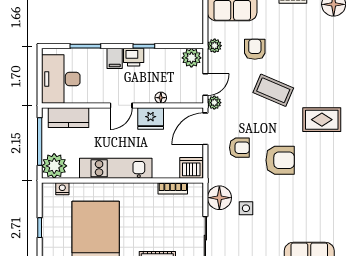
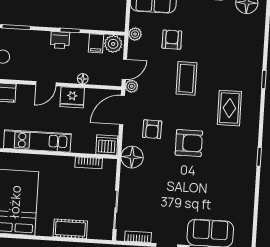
filing cabinet: (115, 58) -> (96, 43), moved
coffee table: (273, 90) -> (186, 78), turned 67
rug: (322, 120) -> (229, 108), turned 90
armchair: (239, 148) -> (152, 129), turned 91
floor lamp: (219, 198) -> (132, 157), moved
side table: (246, 208) -> (155, 185), removed

